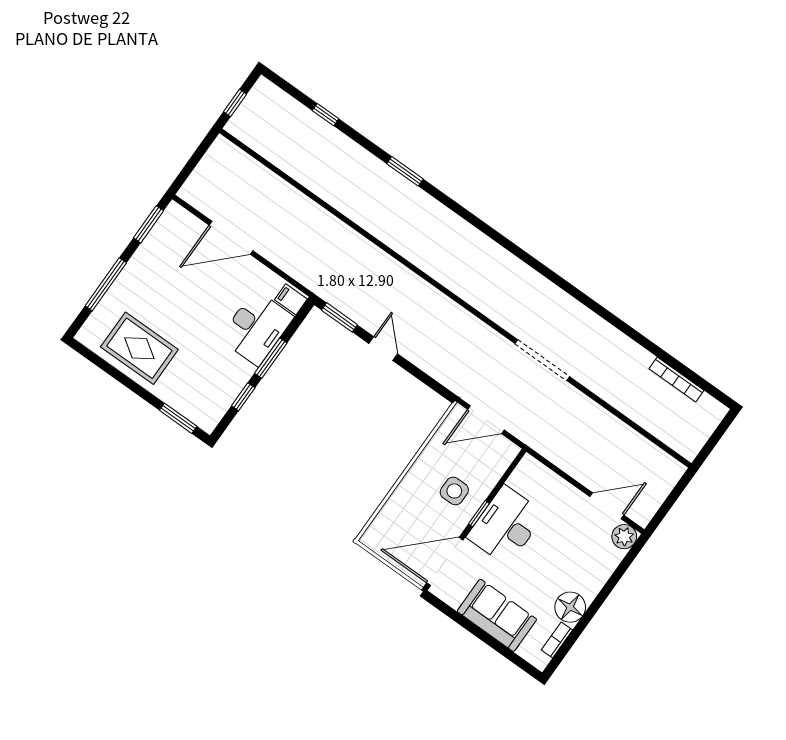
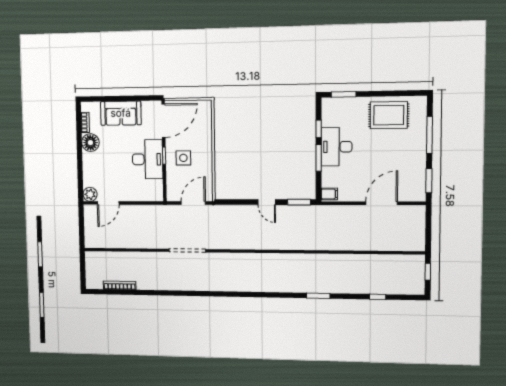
desk: (257, 328) -> (337, 147), moved

